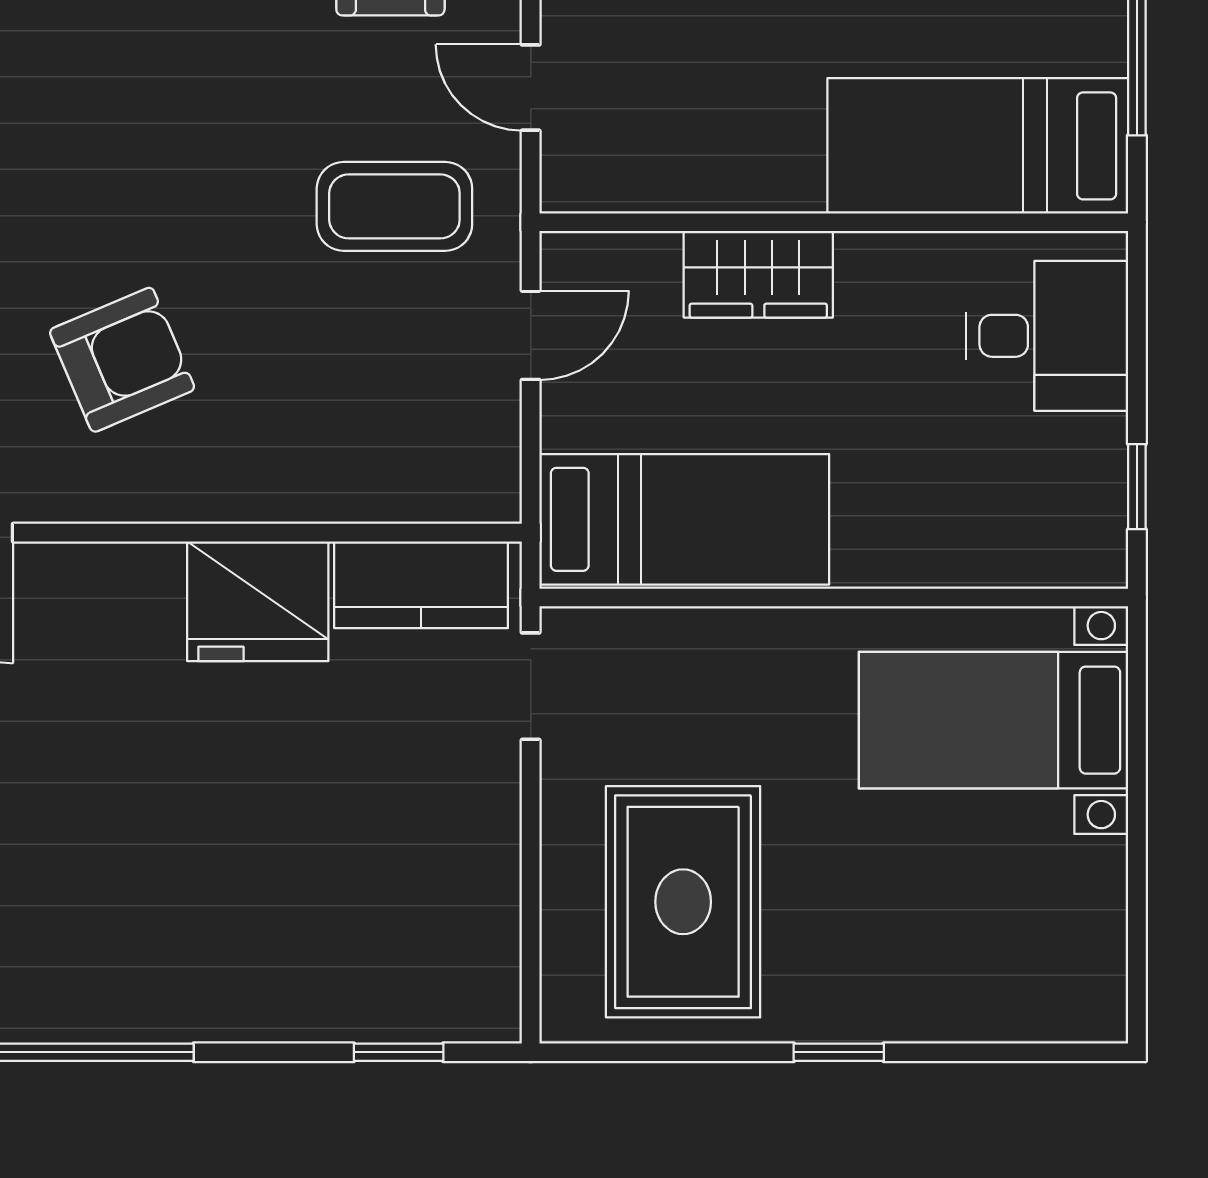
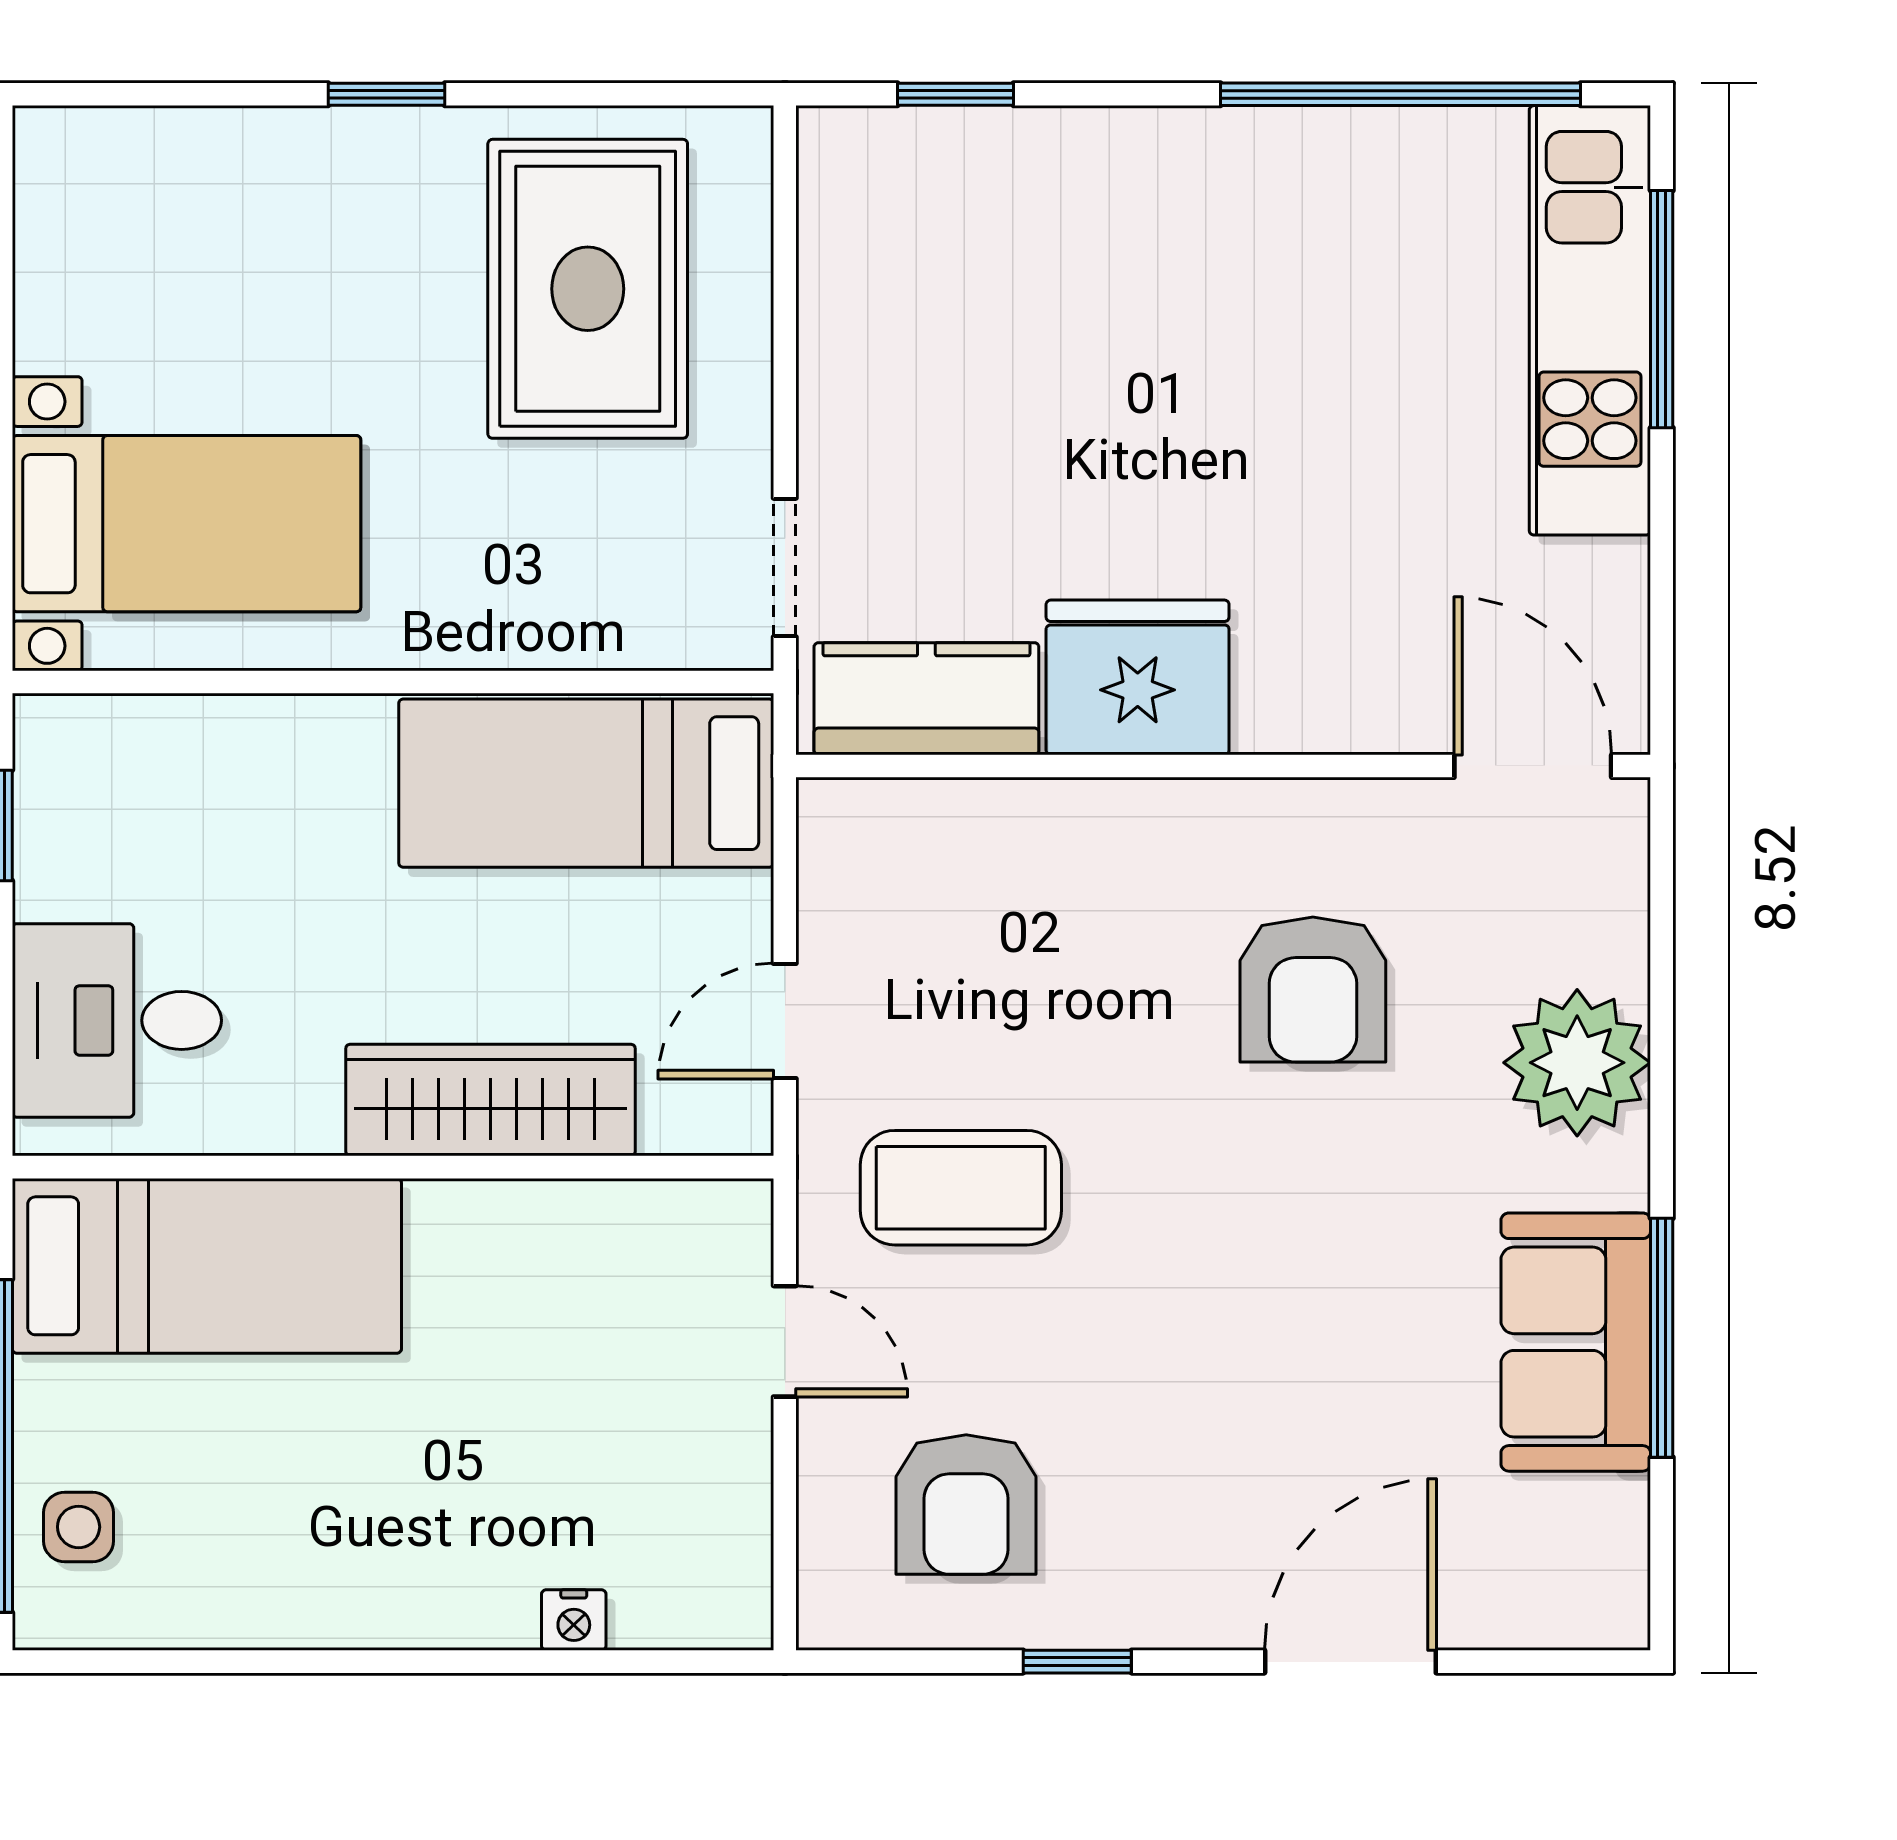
wardrobe: (758, 274) -> (491, 1100), width x1.50
armchair: (122, 360) -> (1313, 989), turned -67

